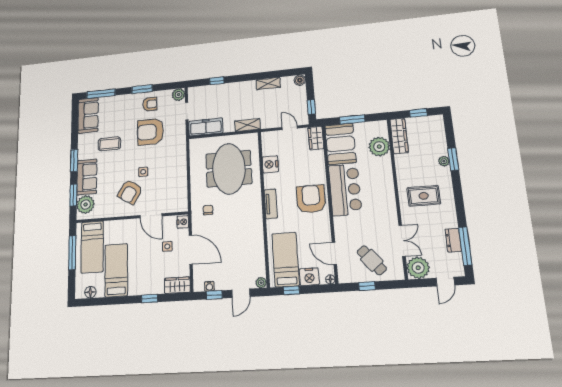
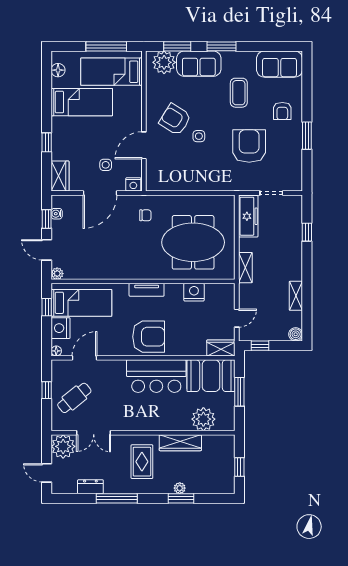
window: (101, 94) -> (307, 81), removed
plant: (179, 95) -> (294, 183), removed
armchair: (150, 104) -> (282, 111), moved
wardrobe: (399, 136) -> (180, 443), moved
window: (465, 246) -> (117, 498), moved

